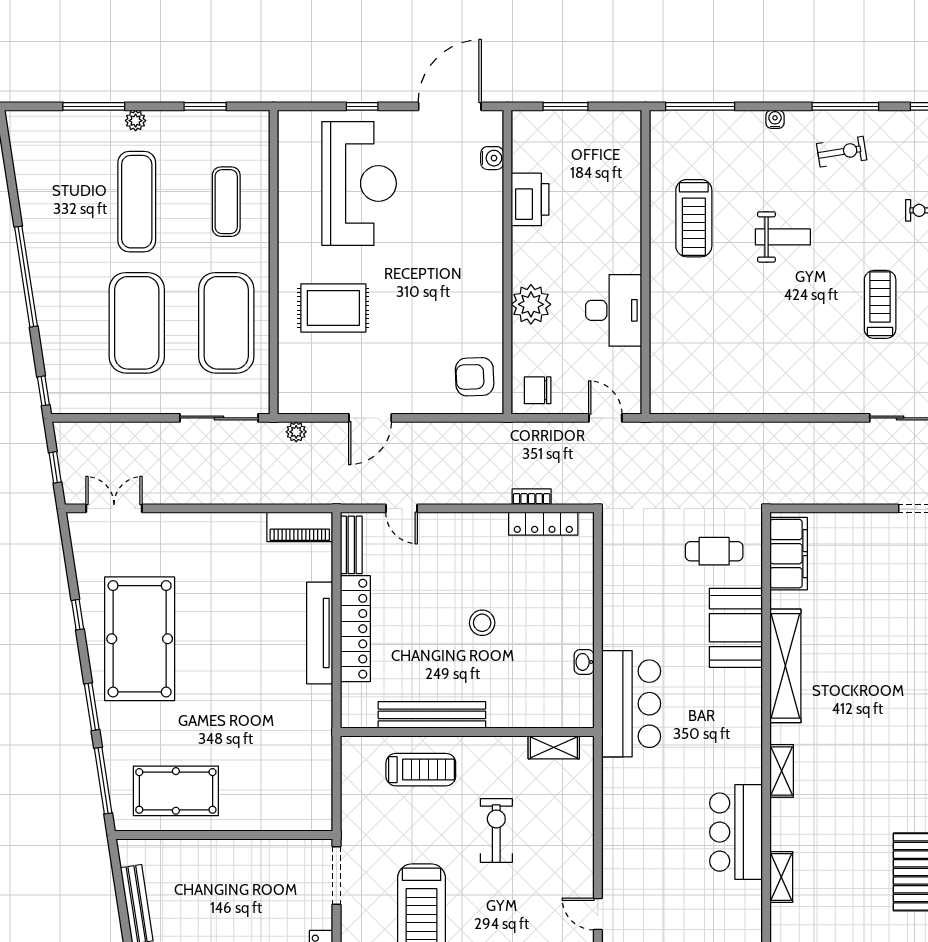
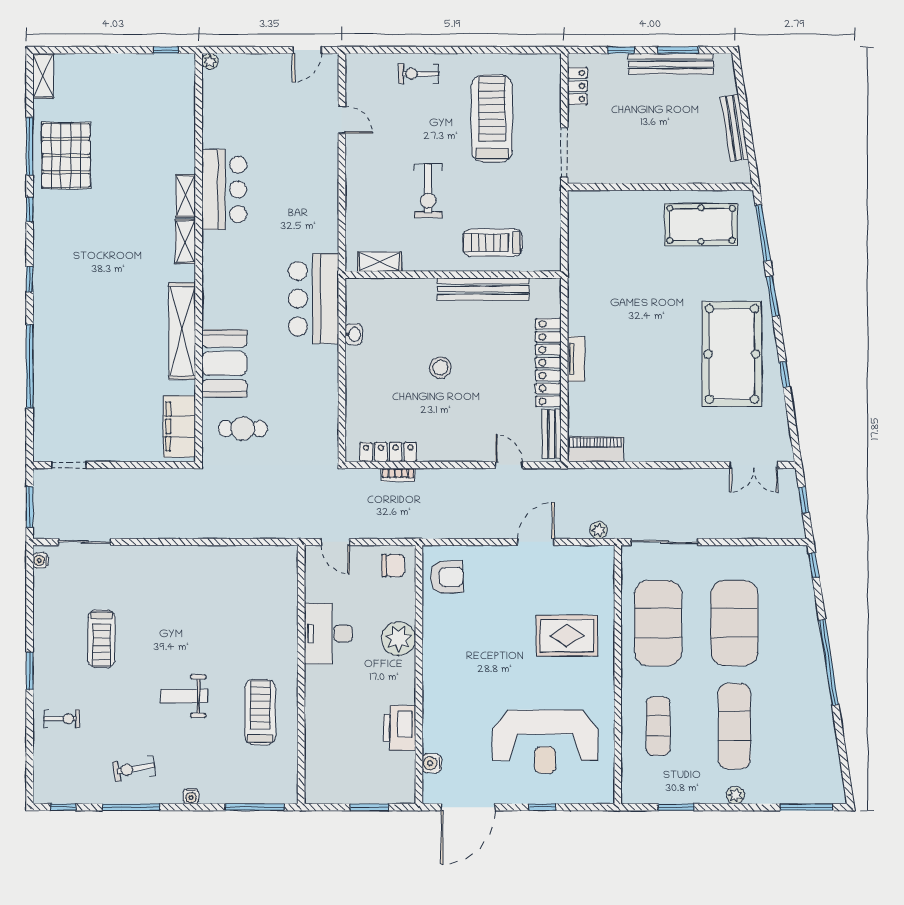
window: (94, 106) -> (806, 807), moved
reception desk: (359, 183) -> (545, 742), turned -90
tv unit: (320, 633) -> (576, 359), width x0.52, depth x0.78
shelving: (781, 877) -> (186, 196), moved

